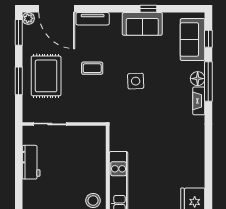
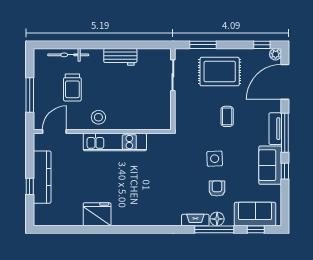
window: (109, 9) -> (285, 133), added
tv unit: (93, 19) -> (275, 129), moved
window: (19, 32) -> (262, 45), width x0.67
armchair: (166, 79) -> (217, 188), added
window: (19, 81) -> (203, 45), moved
workbench: (31, 162) -> (120, 57), moved

